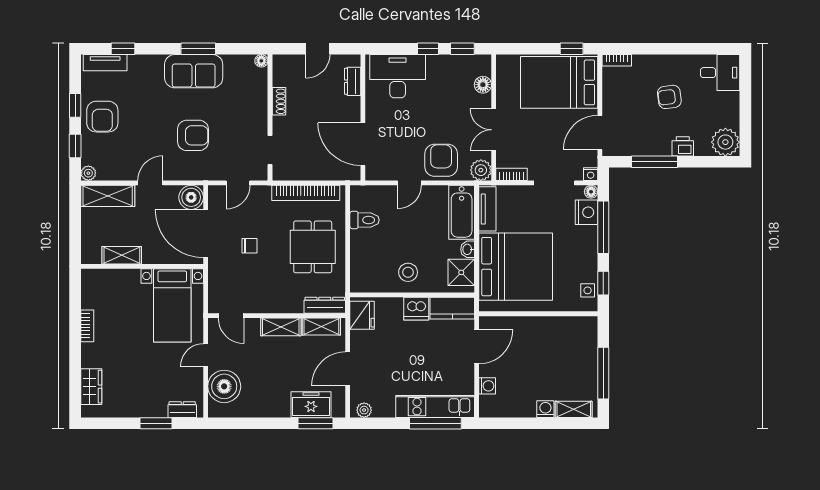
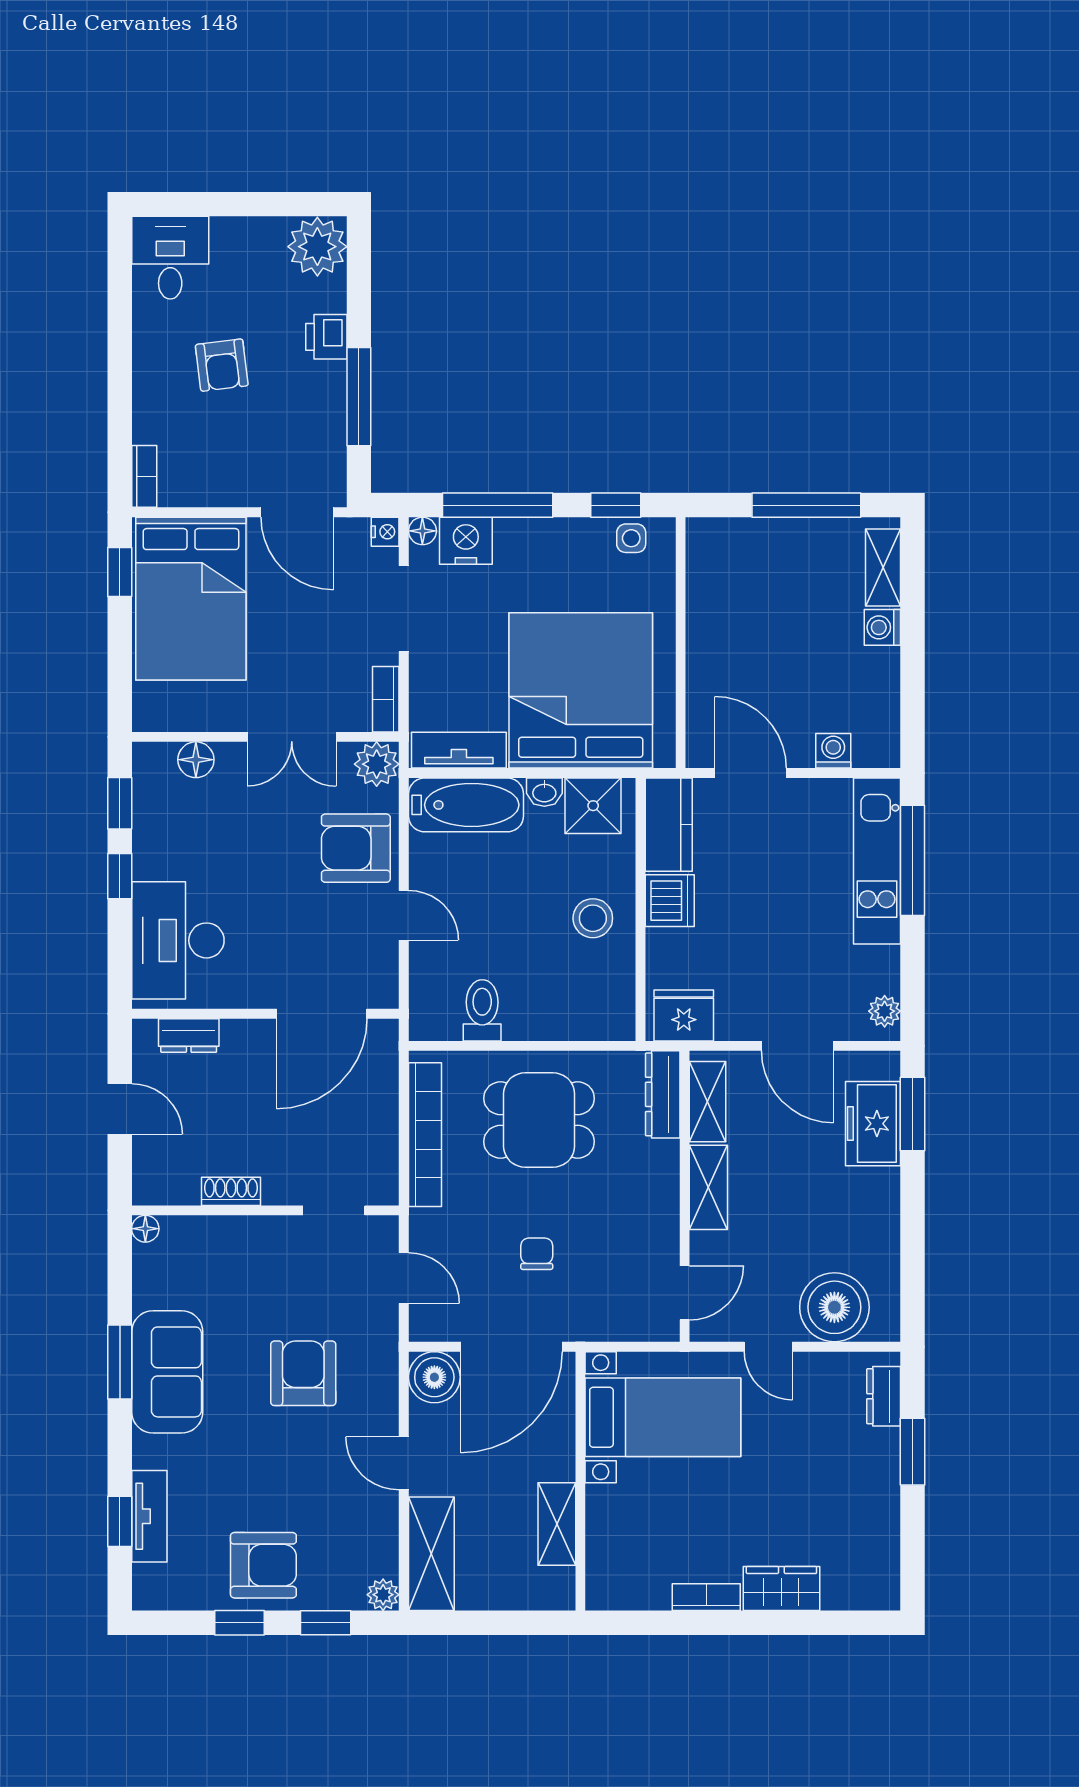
tv unit: (105, 63) -> (149, 1516), moved
wardrobe: (91, 387) -> (781, 1589), moved

